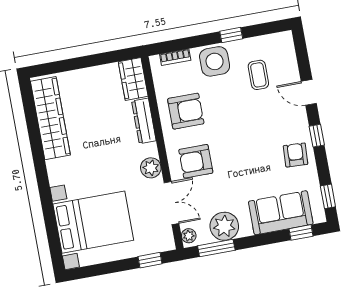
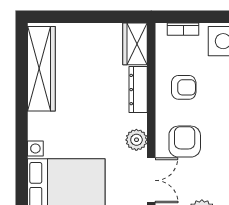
armchair: (186, 111) -> (184, 87), width x0.72, depth x0.72
armchair: (196, 161) -> (185, 142), turned 90

